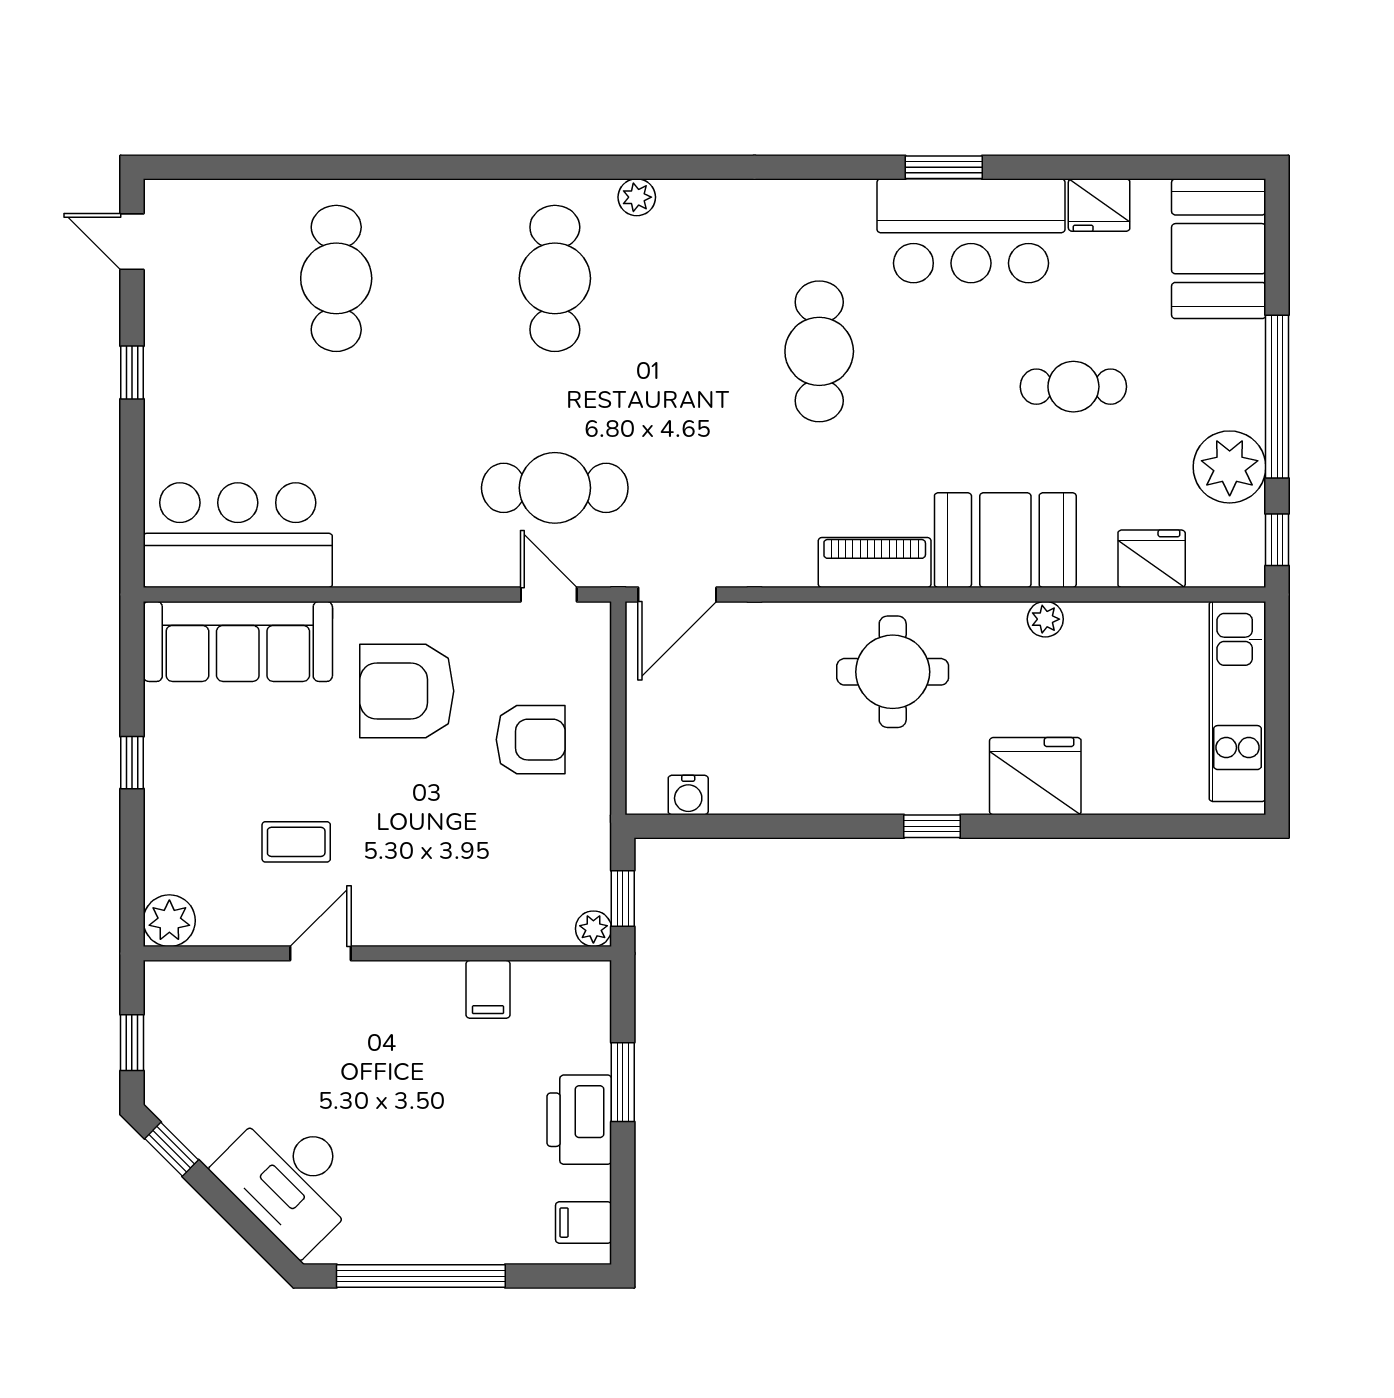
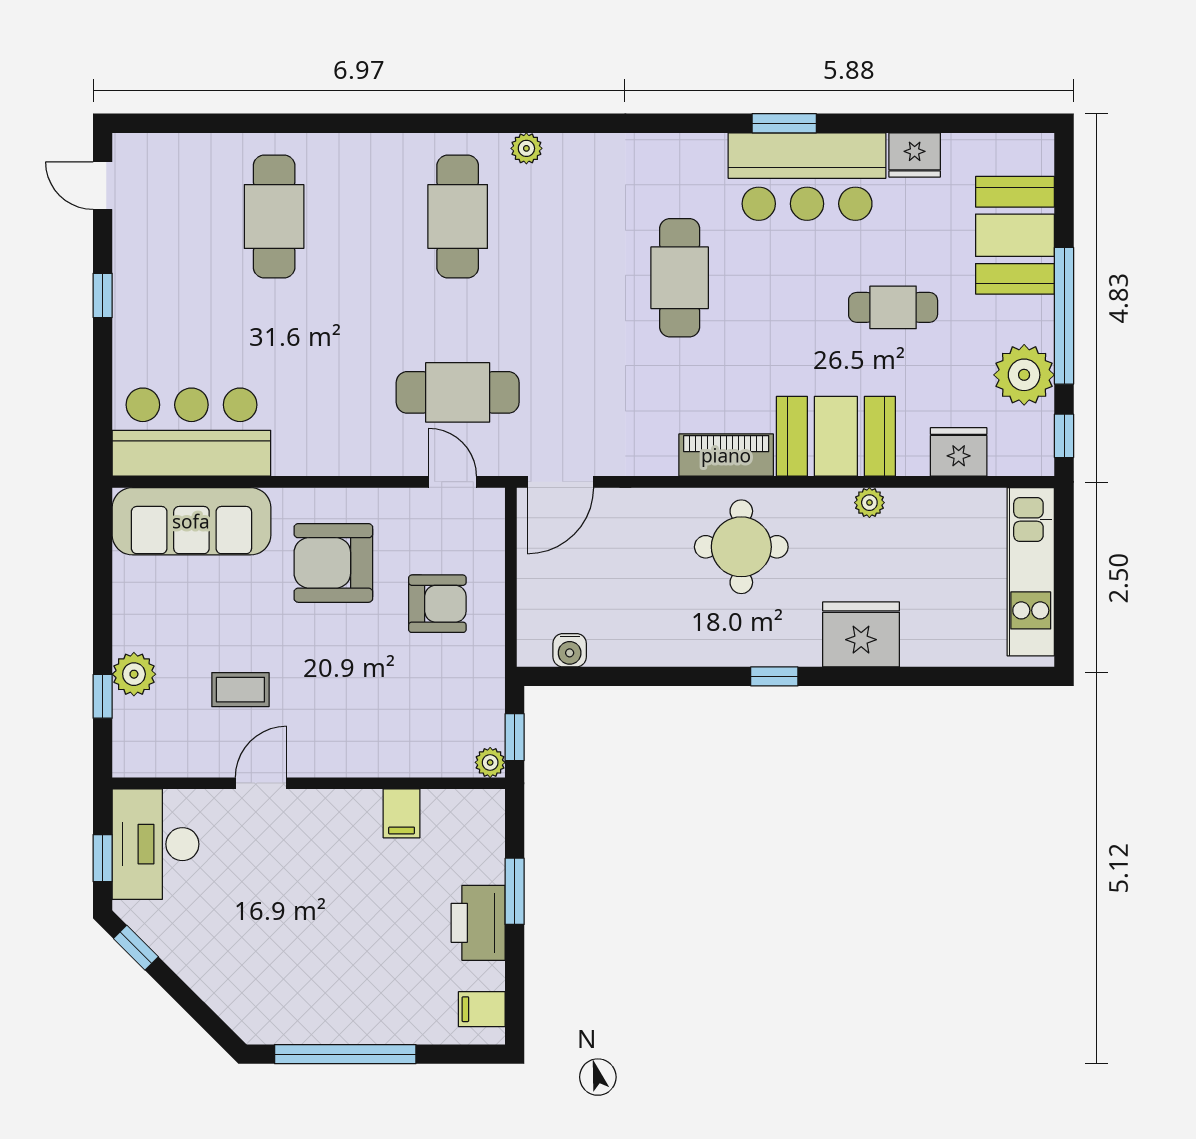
booth: (1219, 249) -> (1015, 235), moved
window: (132, 763) -> (103, 696), moved
plant: (169, 921) -> (134, 674), moved
desk: (290, 1179) -> (156, 844), moved, turned 45

